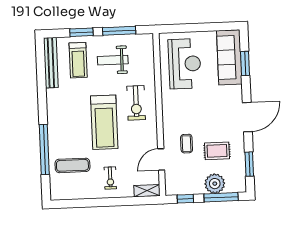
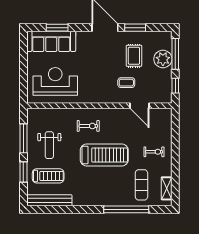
exercise bike: (136, 103) -> (88, 126), width x0.73, depth x0.72
window: (249, 164) -> (135, 28), moved
shelving: (147, 191) -> (167, 188), moved

